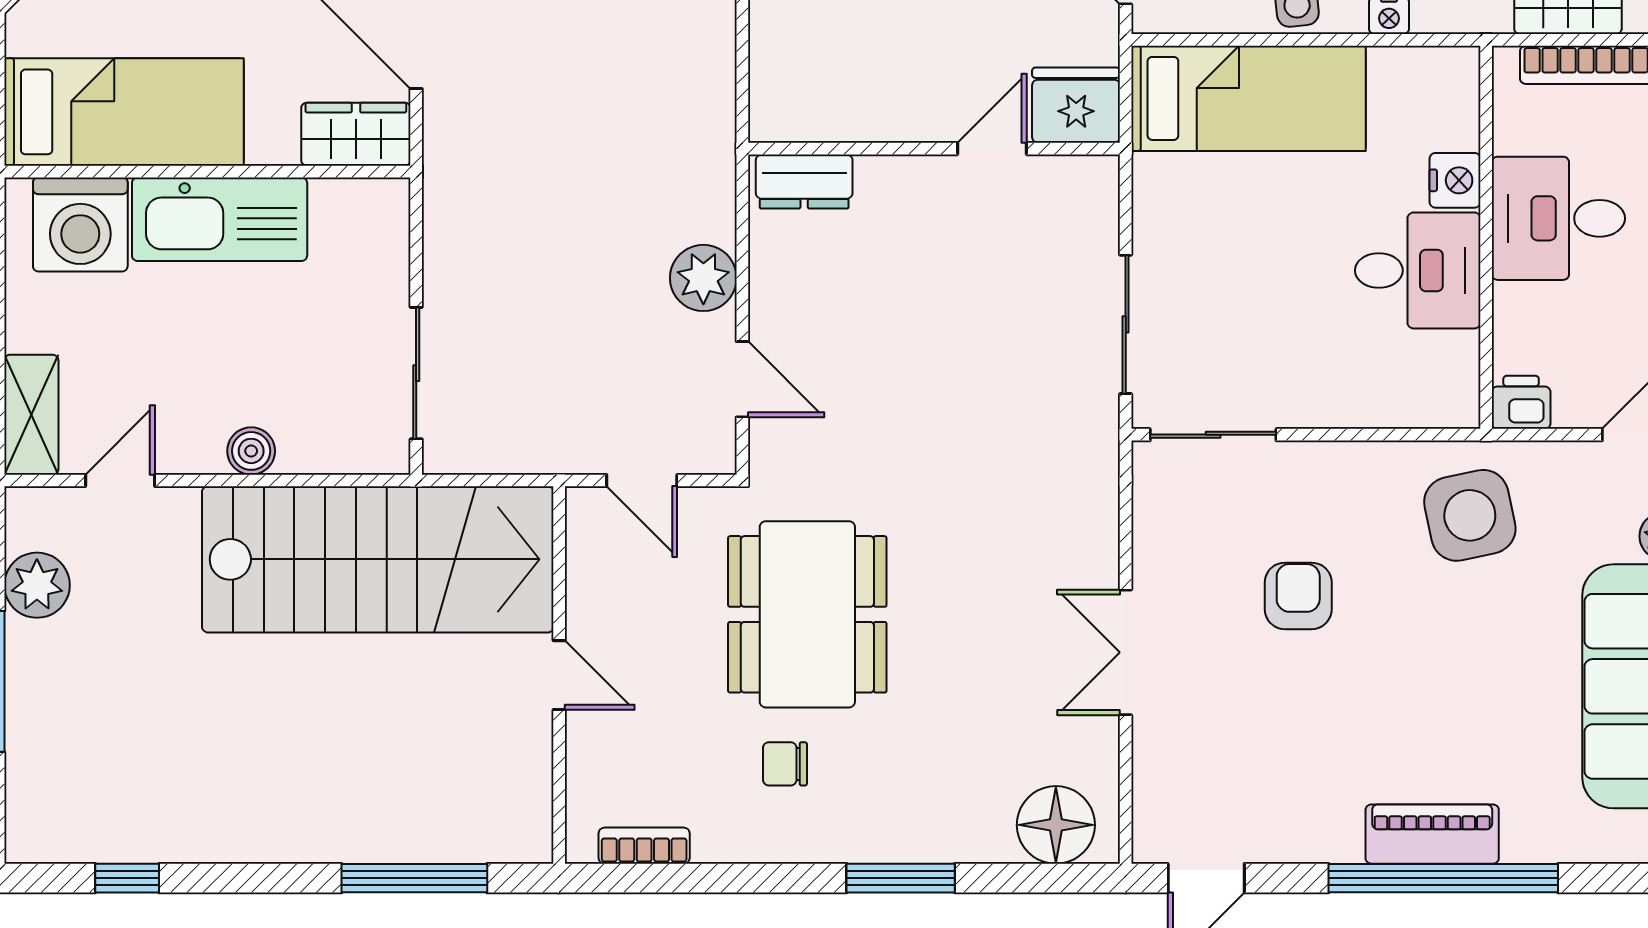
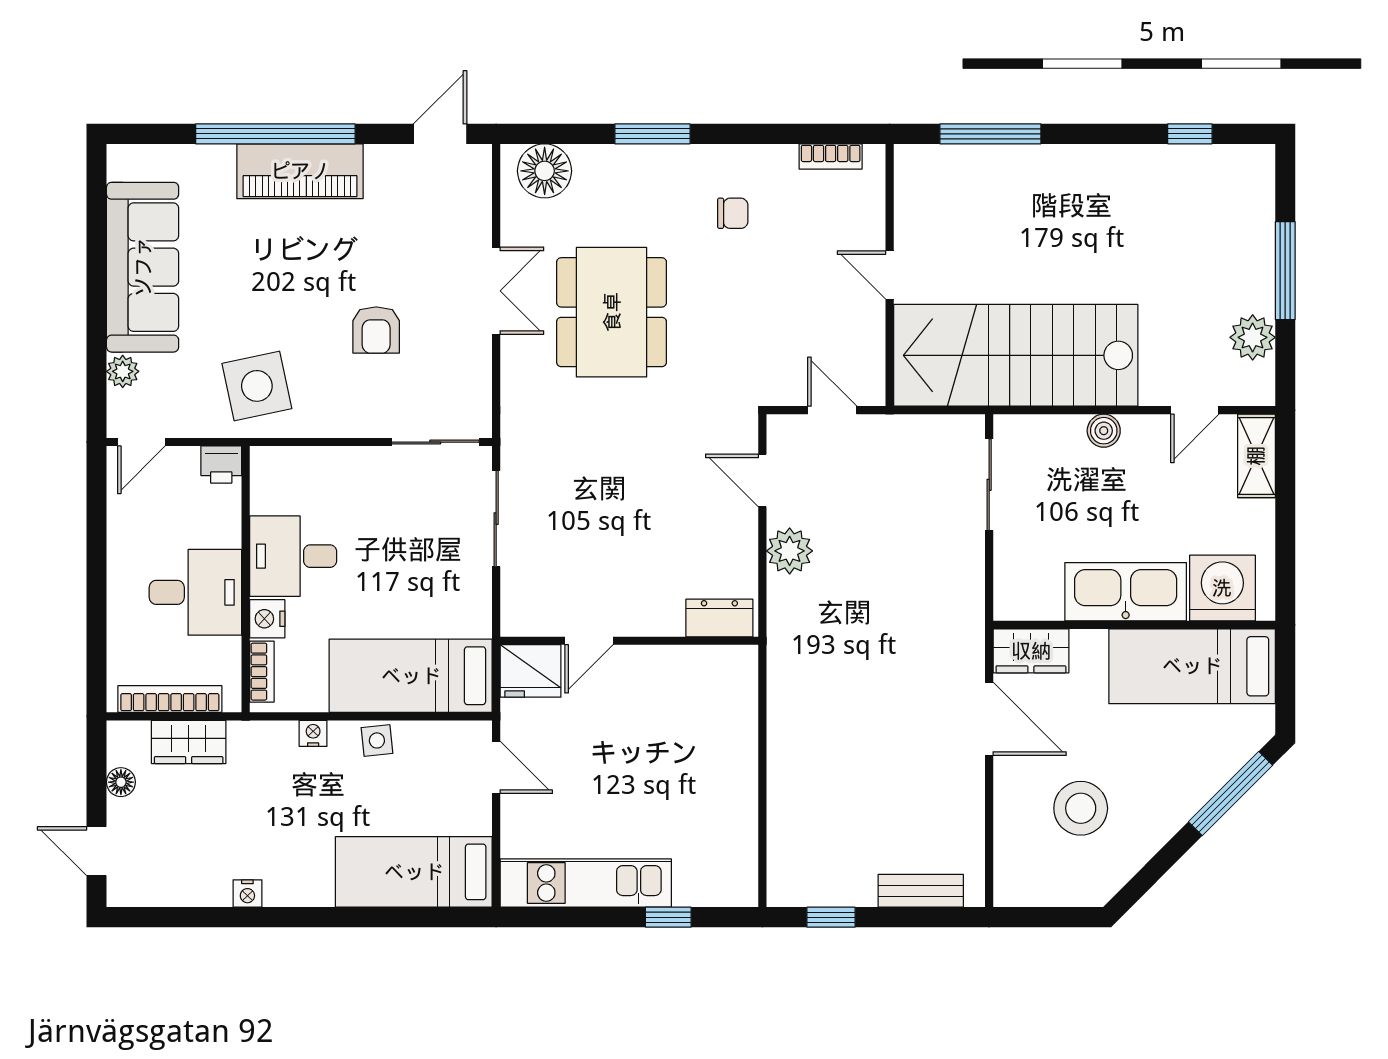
bookcase: (1463, 104) -> (262, 672), added
dining table: (807, 614) -> (612, 312), moved
piano: (1432, 834) -> (300, 171), width x1.37, depth x1.33

